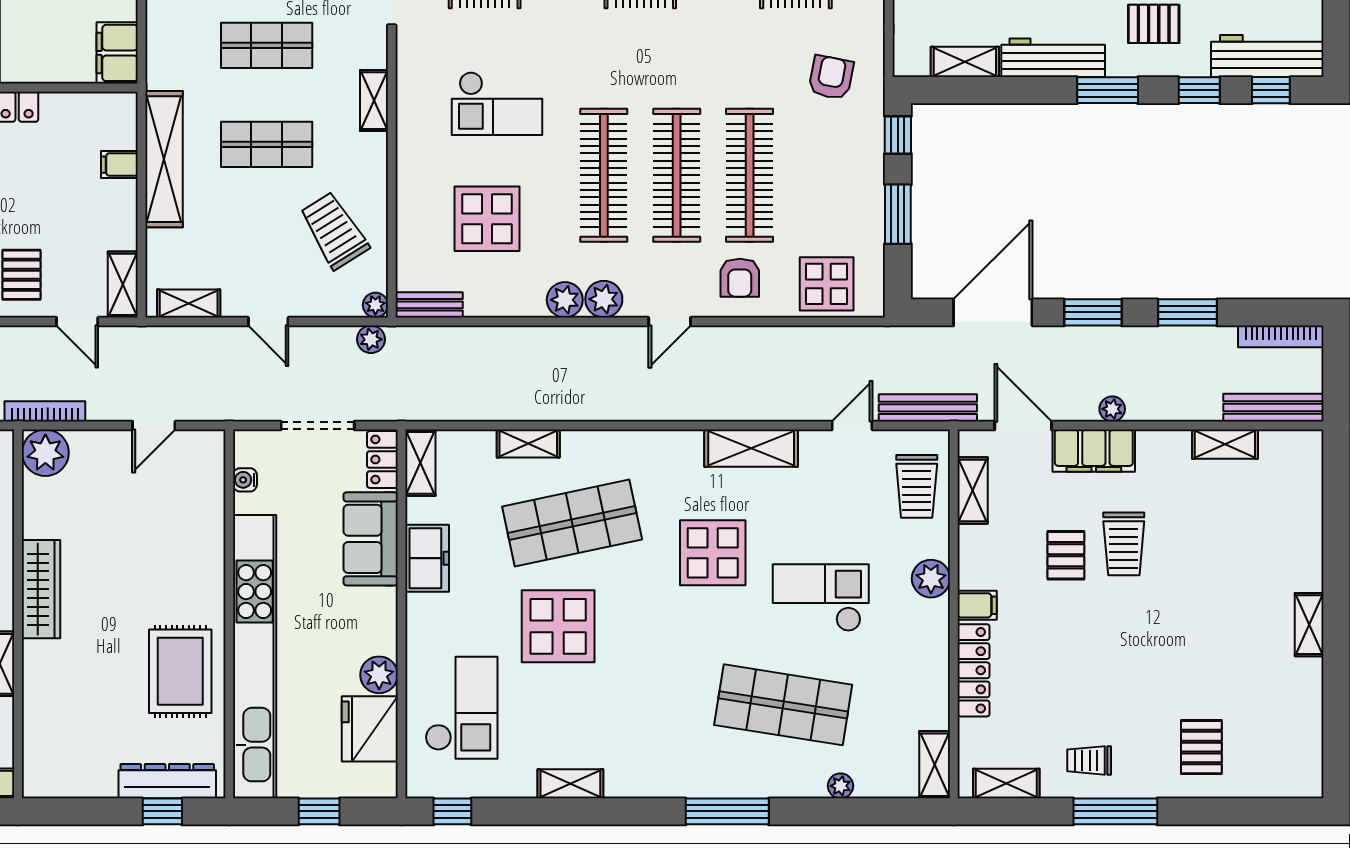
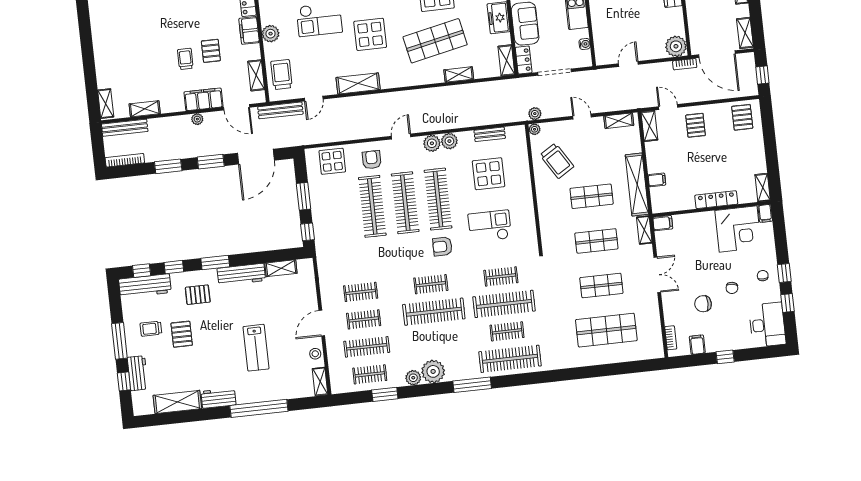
filing cabinet: (117, 53) -> (663, 223), width x0.50
armchair: (831, 77) -> (442, 246), moved, turned 79
shelving: (374, 101) -> (644, 230), moved
bench: (429, 305) -> (490, 134), moved
bookcase: (45, 411) -> (685, 64), width x0.64
trolley: (1124, 544) -> (185, 59), width x0.73, depth x0.72
filing cabinet: (977, 605) -> (249, 30), width x2.00
shelving: (1309, 625) -> (106, 104), moved

